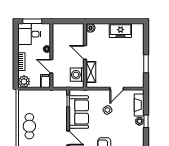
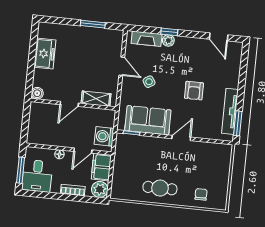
washing machine: (77, 75) -> (104, 136), moved, turned 90
filing cabinet: (45, 81) -> (101, 167), width x2.00

